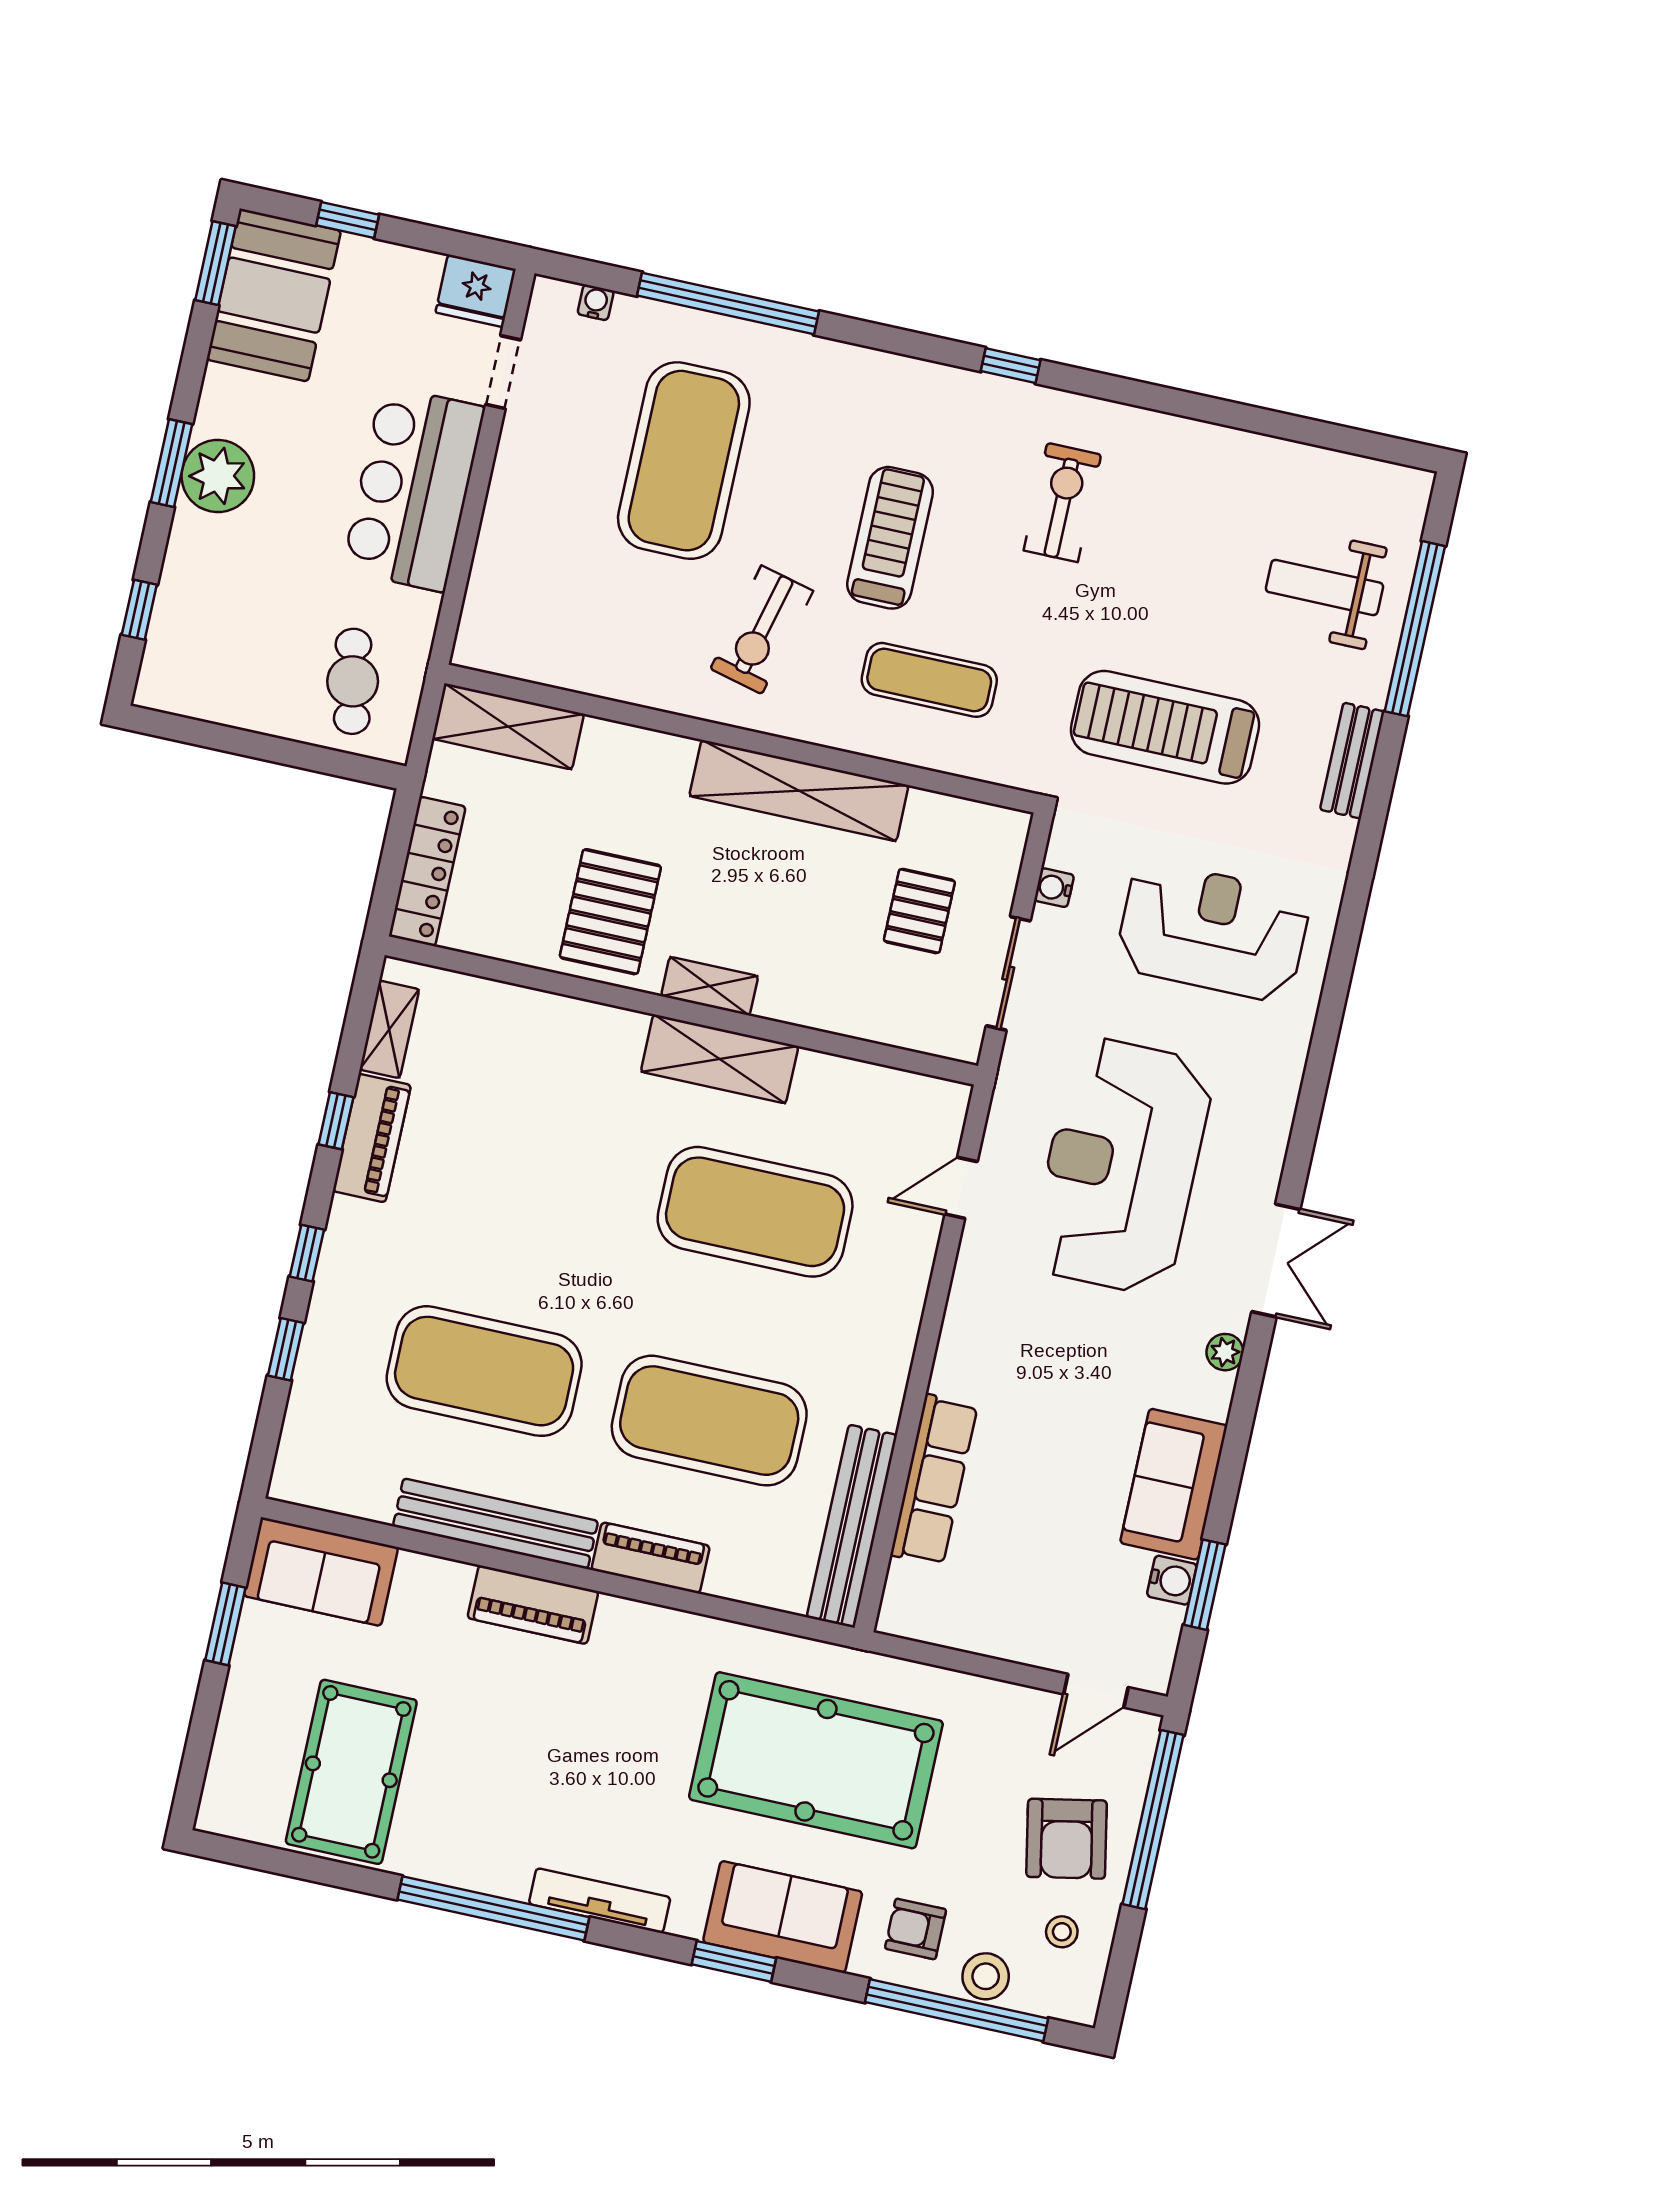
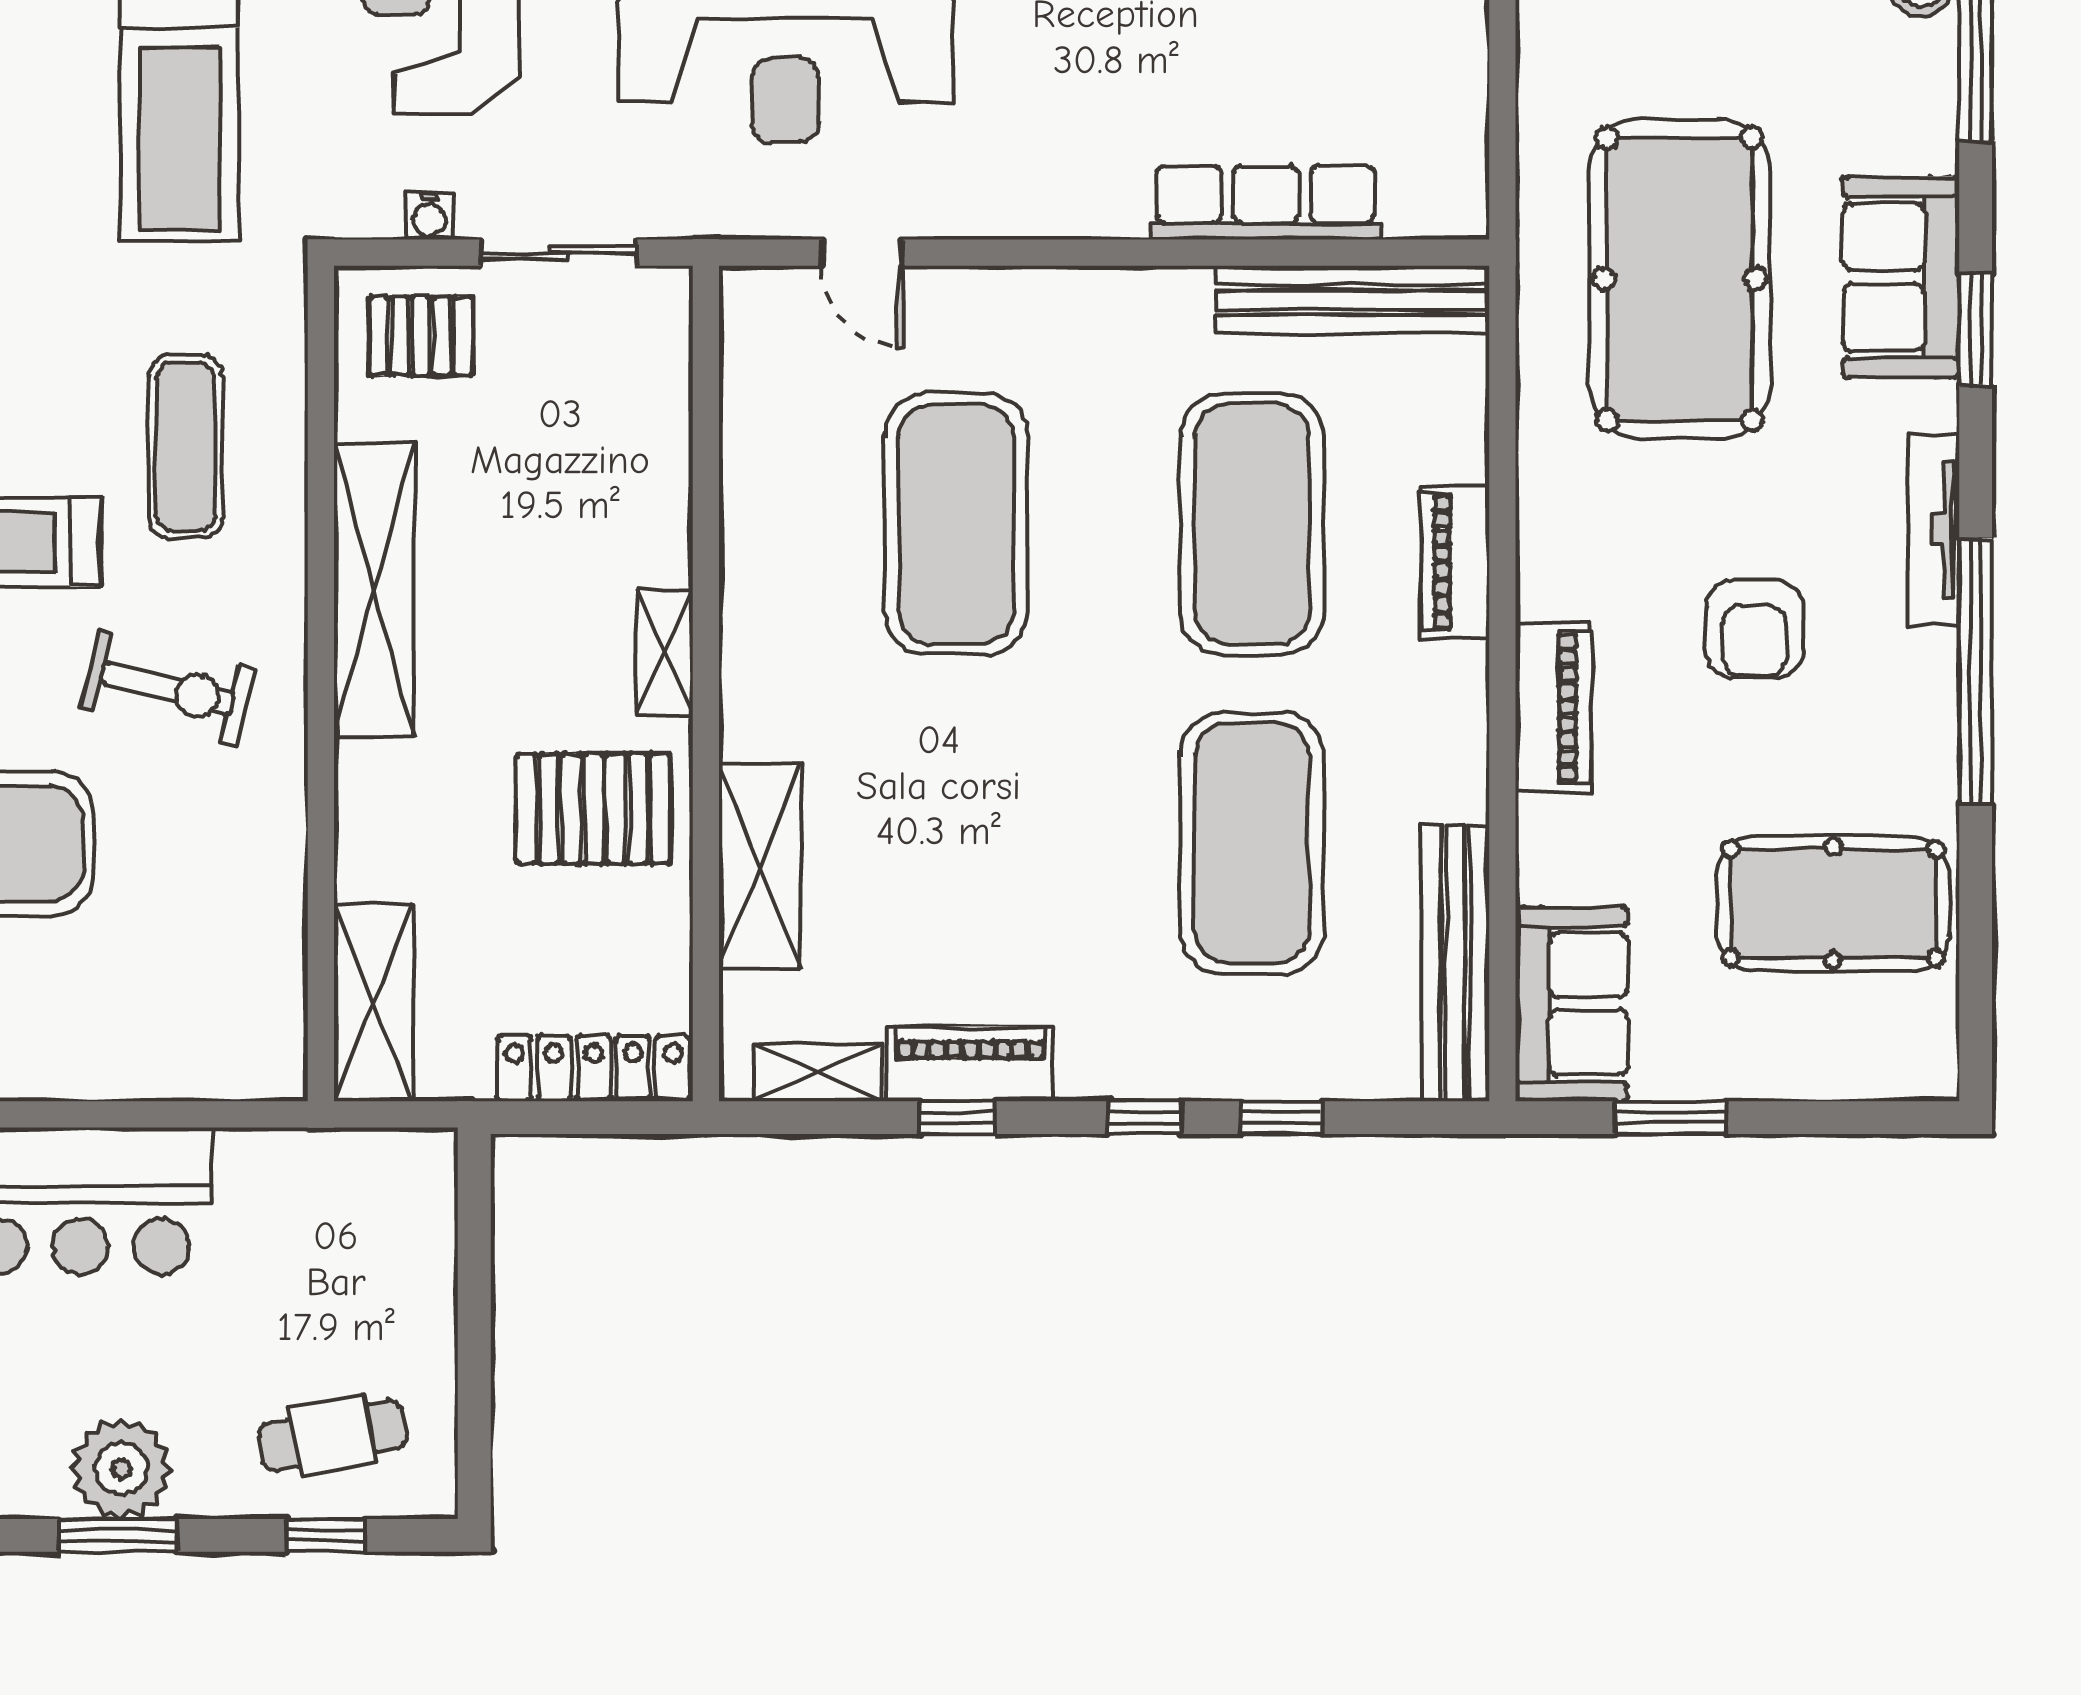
cafe table: (353, 681) -> (333, 1436), moved
pallet: (919, 911) -> (421, 336), moved
shelving: (720, 1059) -> (760, 866), moved
bench: (495, 1524) -> (1455, 963), moved
armchair: (916, 1929) -> (1755, 629), moved, width x1.38, depth x1.38

